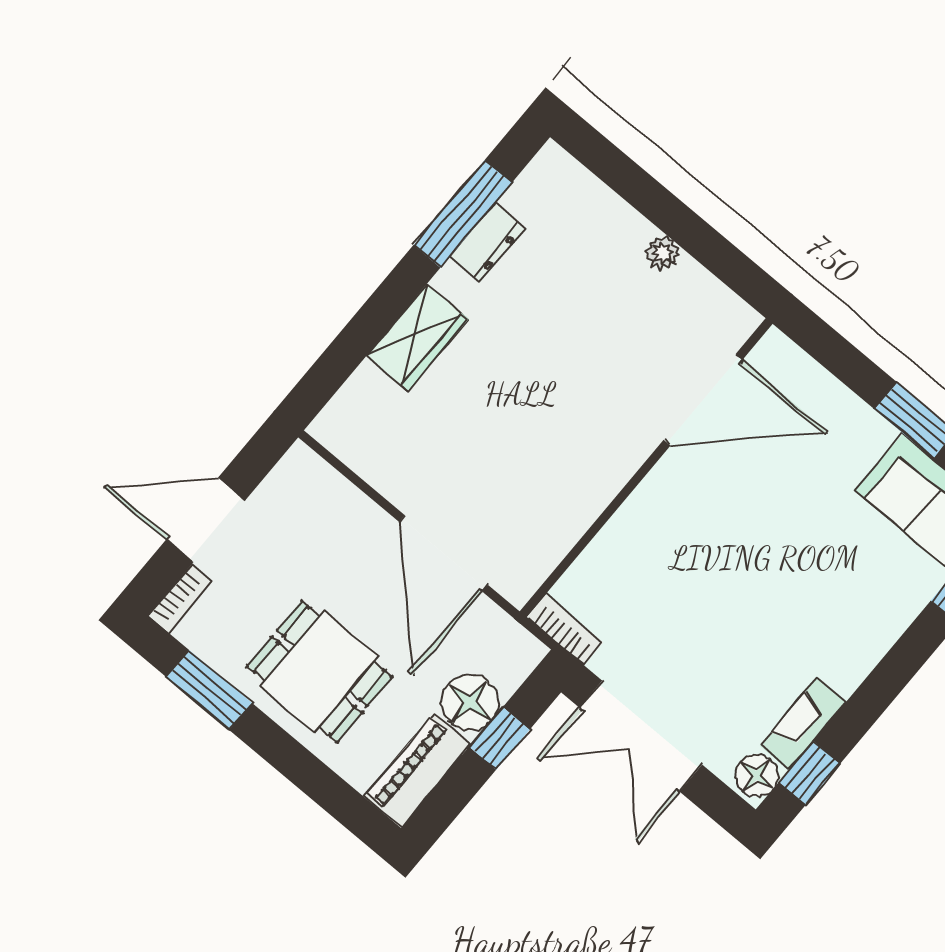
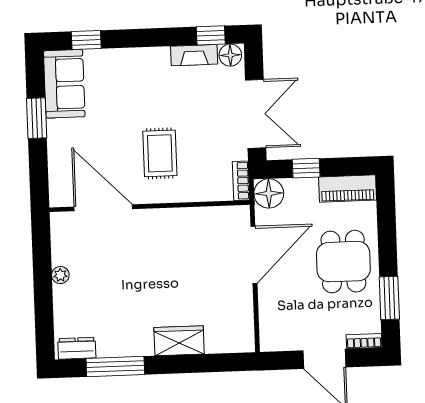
dresser: (487, 243) -> (77, 348), moved
rug: (708, 550) -> (160, 153), added
floor lamp: (470, 702) -> (269, 193), moved

